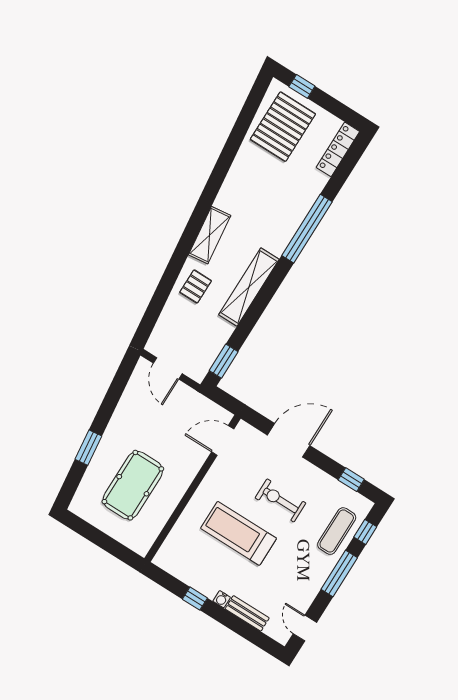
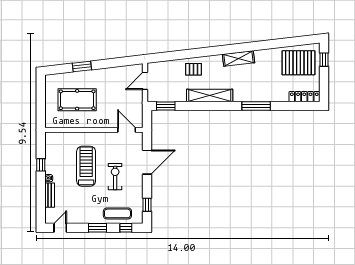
window: (307, 229) -> (256, 106), width x0.68
shelving: (210, 235) -> (238, 59), moved
door: (289, 440) -> (147, 162), hinge flipped
window: (339, 573) -> (97, 228), width x0.69

